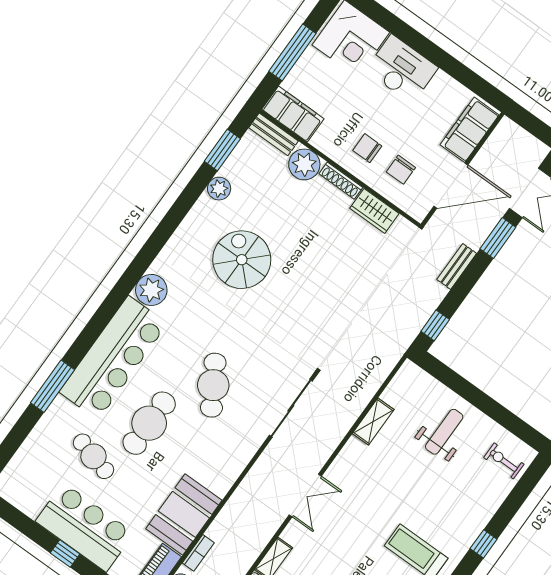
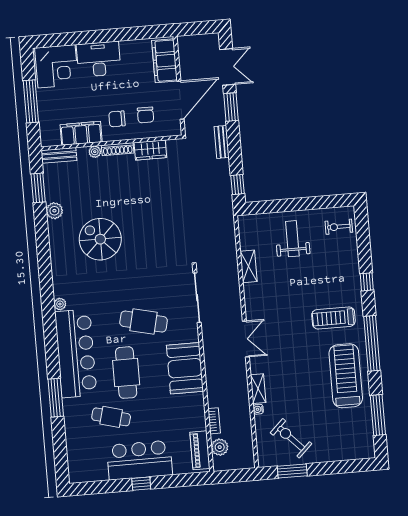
filing cabinet: (293, 114) -> (81, 133), moved
plant: (304, 164) -> (95, 152), width x0.53, depth x0.53
plant: (151, 290) -> (60, 304), width x0.53, depth x0.53
cafe table: (213, 385) -> (144, 322), turned -46
booth: (184, 514) -> (185, 368), moved

